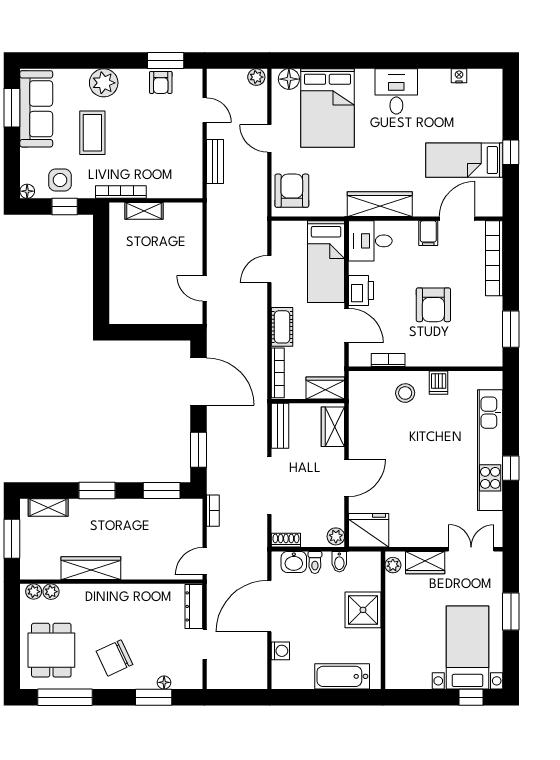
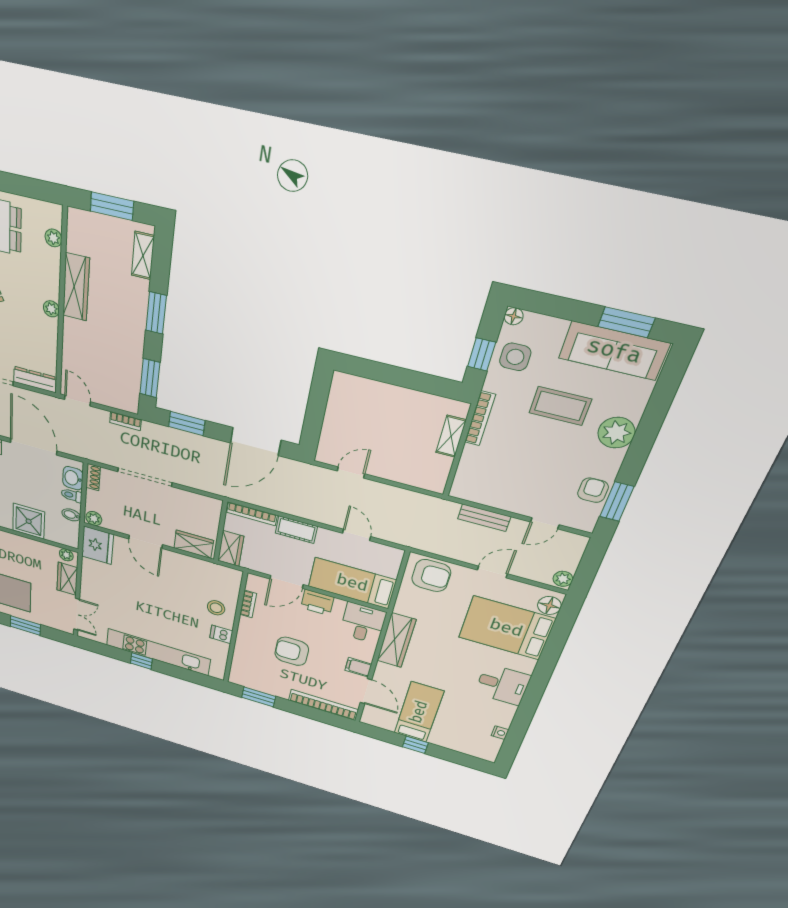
armchair: (161, 82) -> (593, 490), turned 90
bench: (280, 426) -> (201, 502), removed
plant: (34, 592) -> (51, 309), moved

